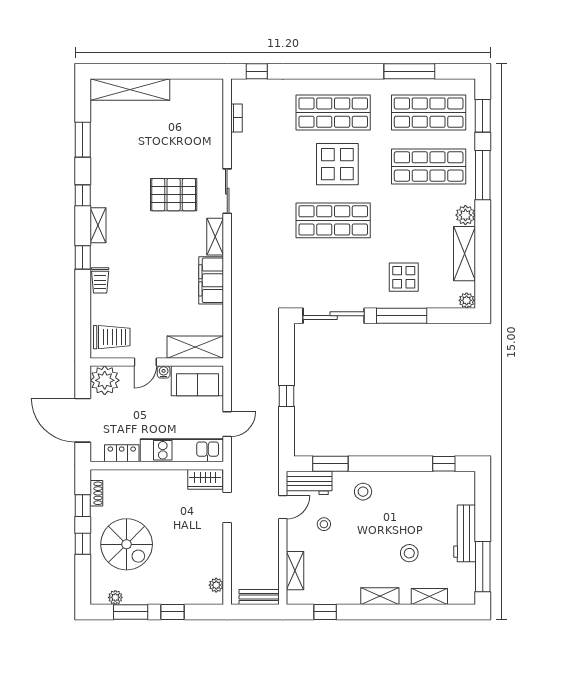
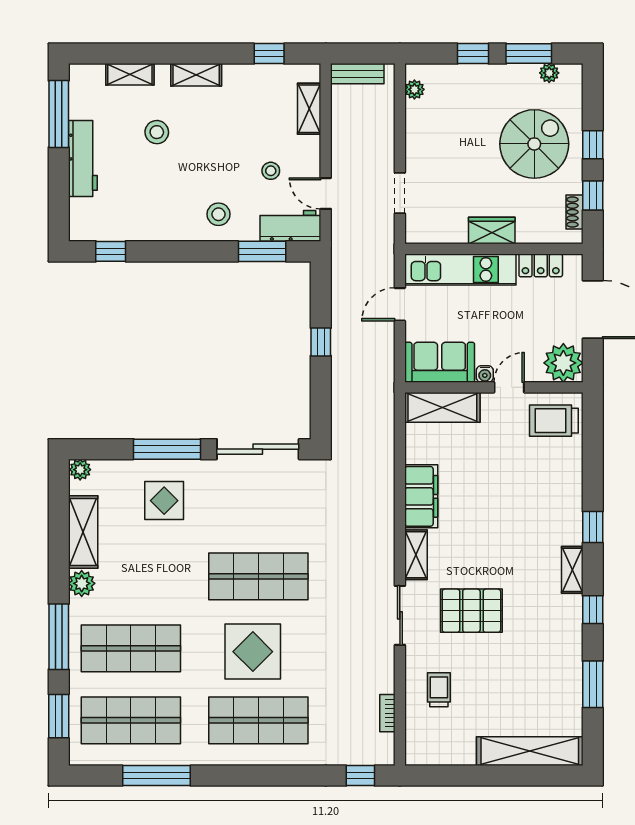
trolley: (100, 280) -> (439, 690), moved
wardrobe: (205, 479) -> (492, 231), moved
door: (283, 507) -> (326, 193), hinge flipped
spiral stairs: (127, 544) -> (534, 144), turned 90

